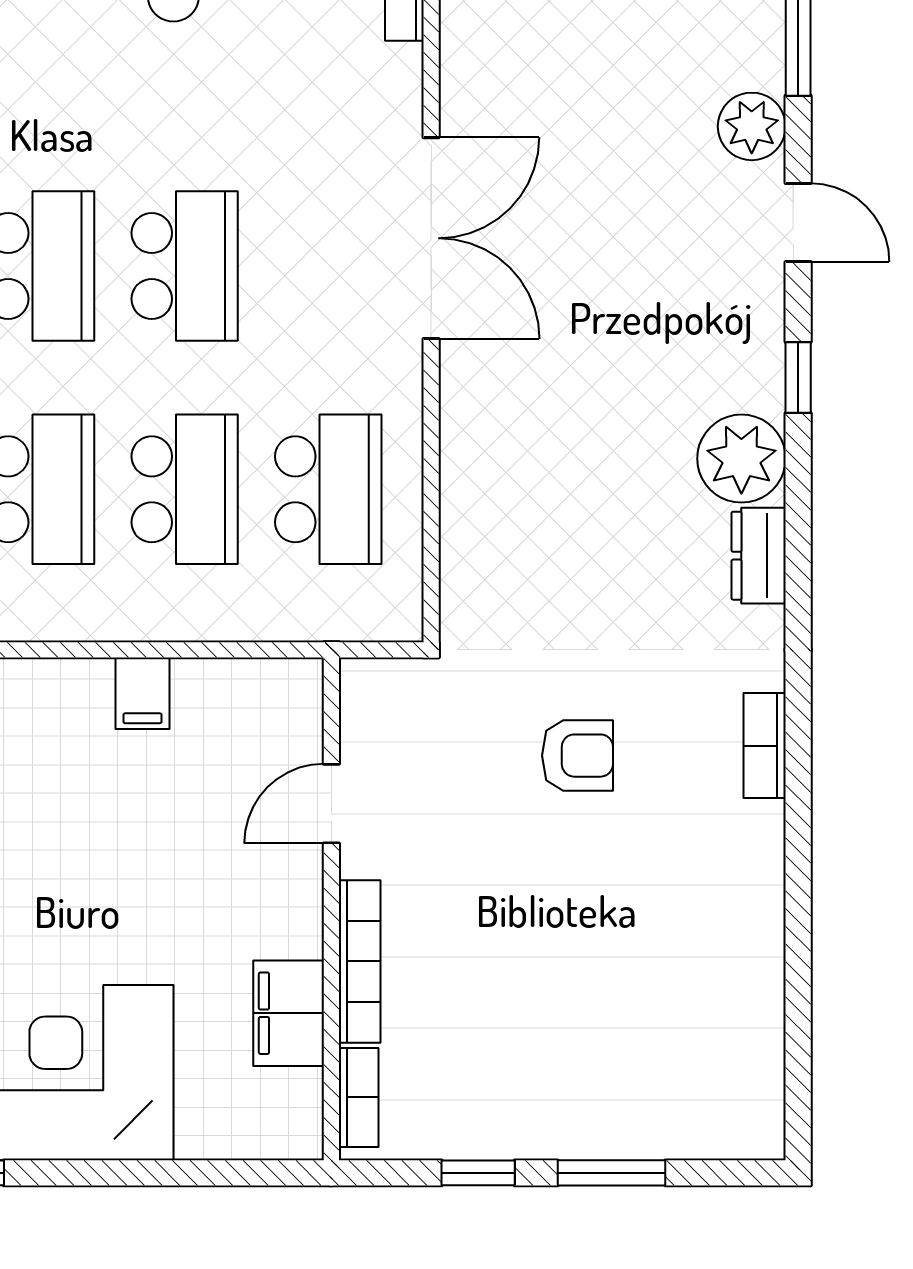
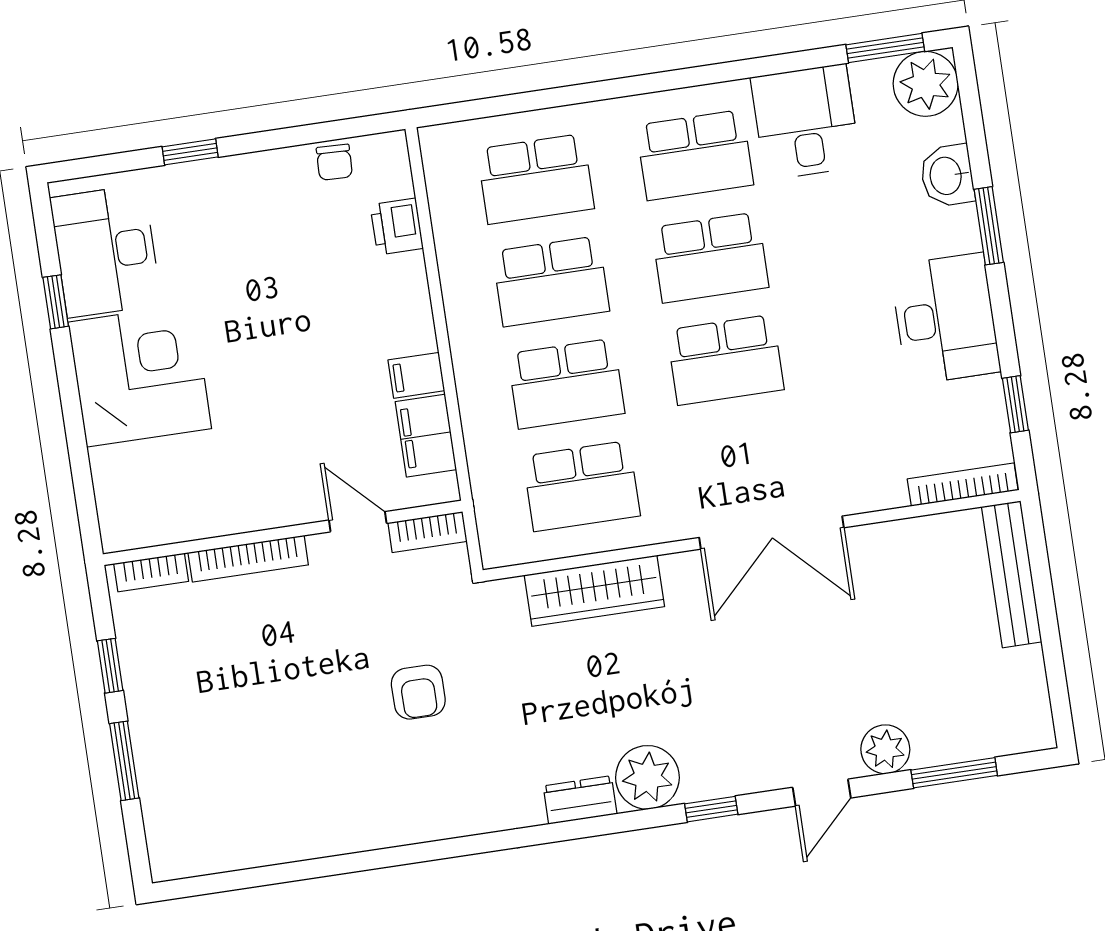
wardrobe: (475, 493) -> (594, 591), added
bookcase: (765, 746) -> (428, 532), moved, turned 180
filing cabinet: (289, 1013) -> (426, 436), moved, turned -90

